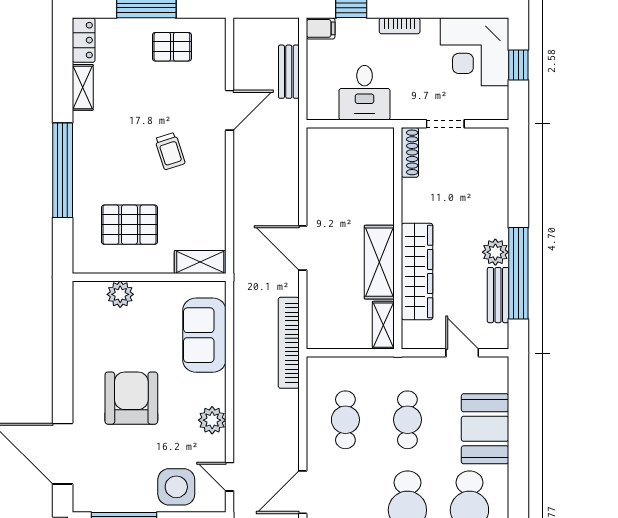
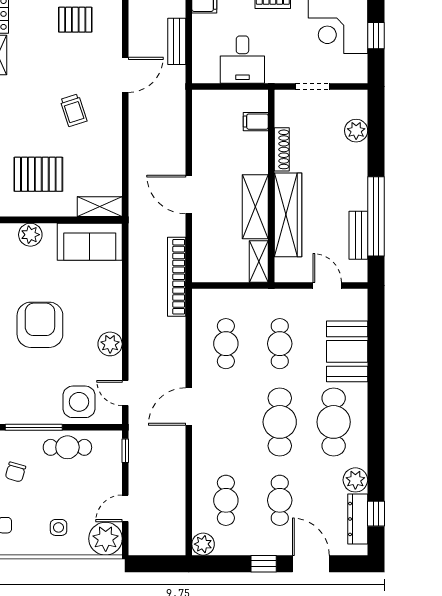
shoe rack: (410, 152) -> (282, 149), moved
filing cabinet: (380, 164) -> (256, 122), added
plant: (495, 252) -> (356, 131), moved
sofa: (204, 335) -> (90, 242), moved, turned -90

